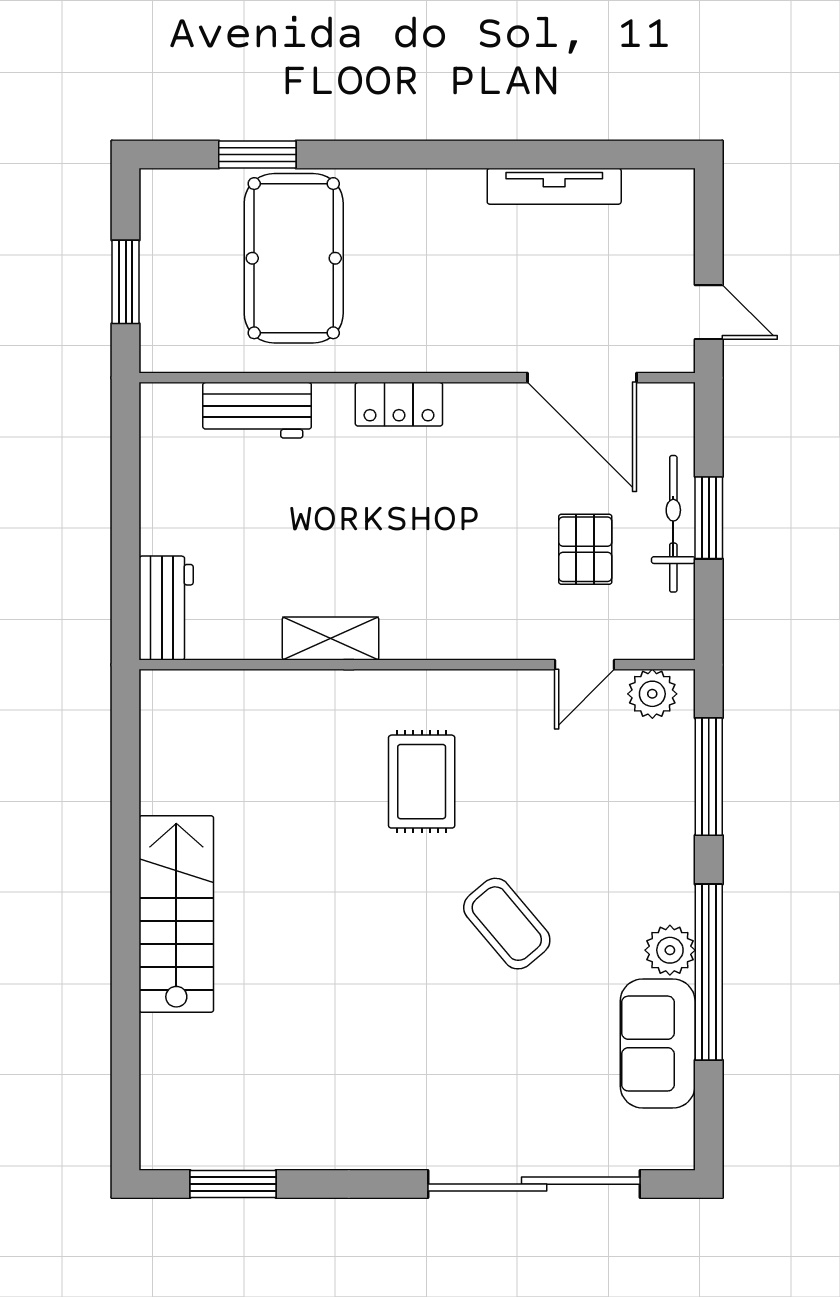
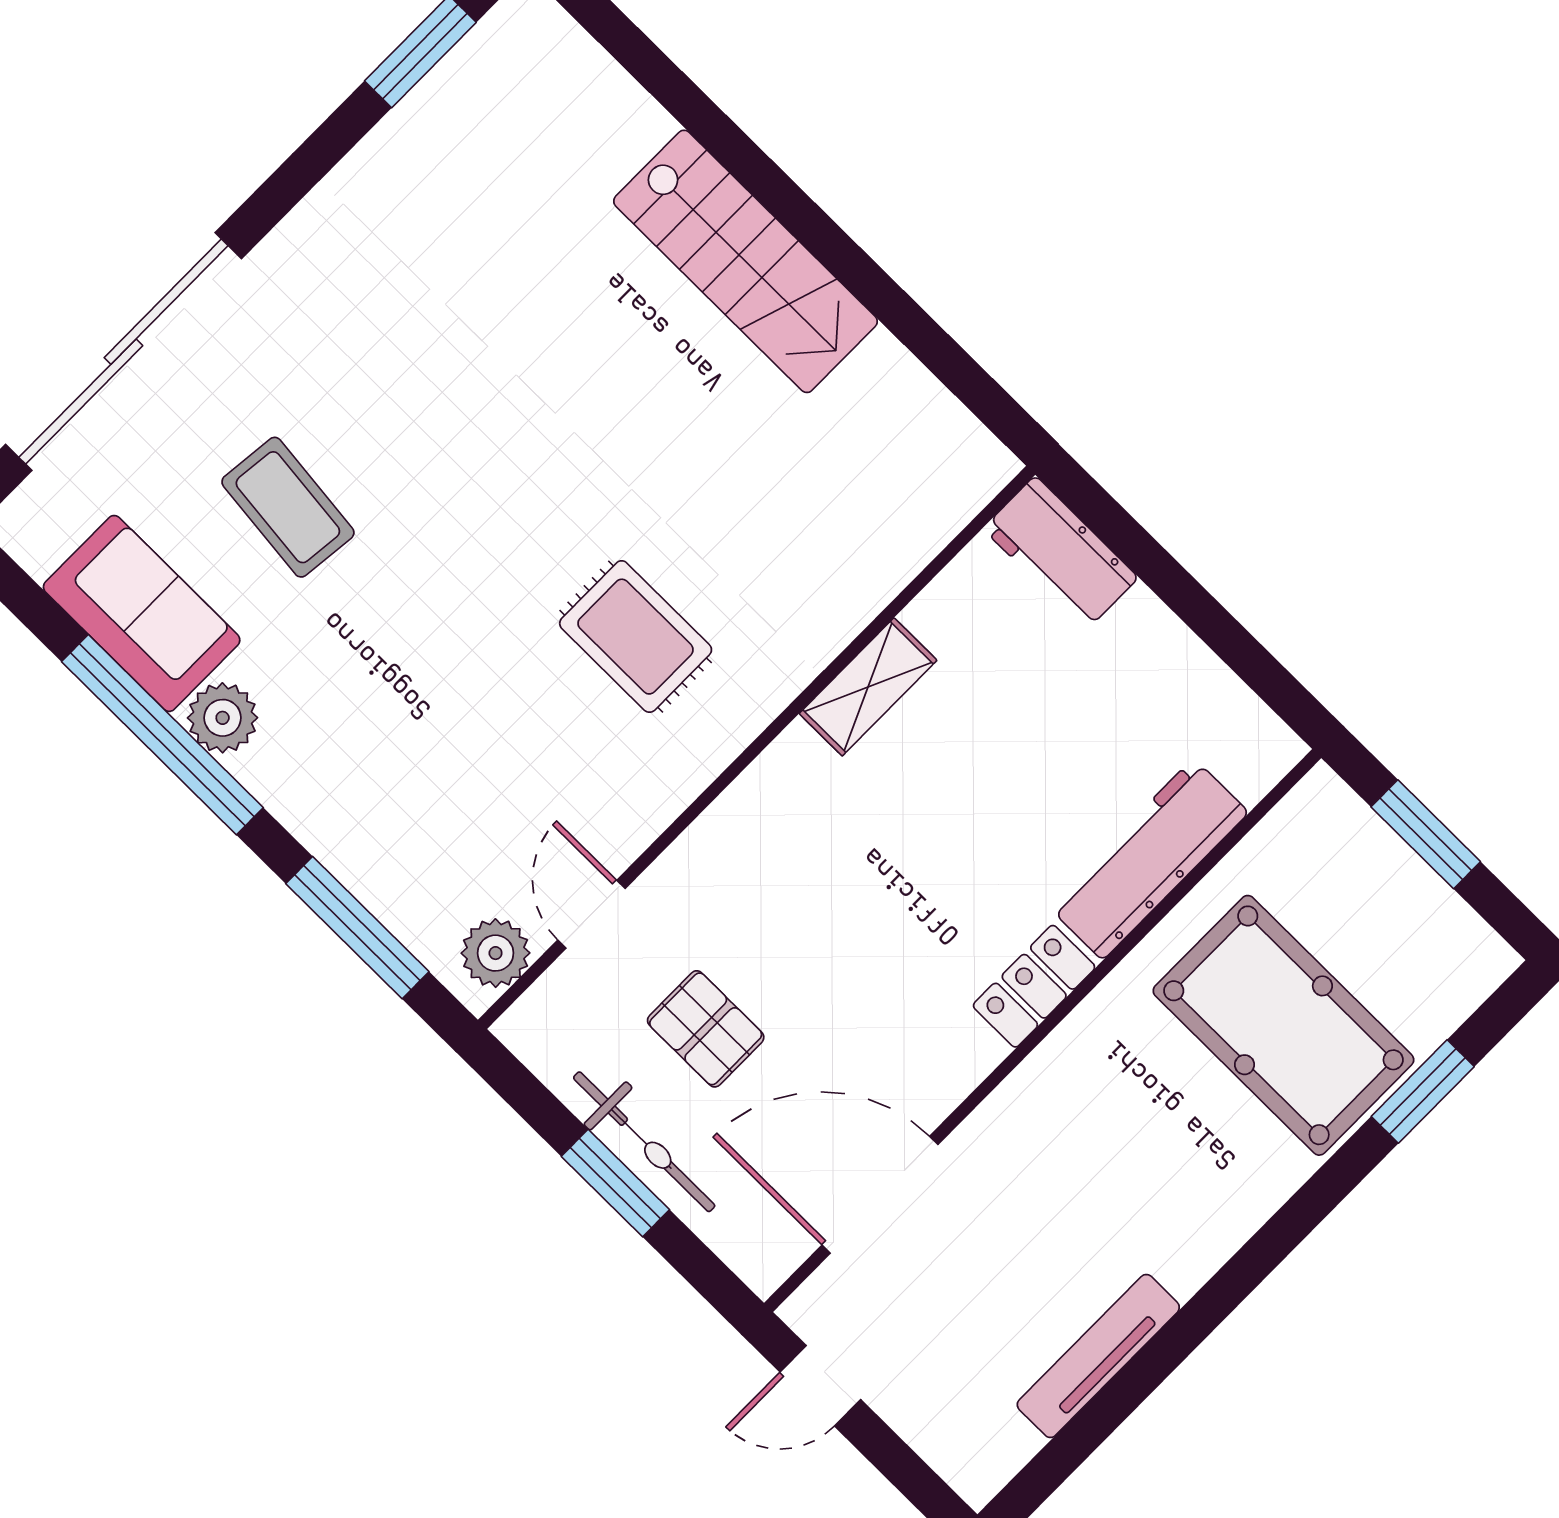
workbench: (257, 410) -> (1148, 859), width x1.38
coffee table: (507, 924) -> (288, 507), moved, turned 46

